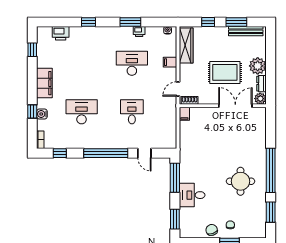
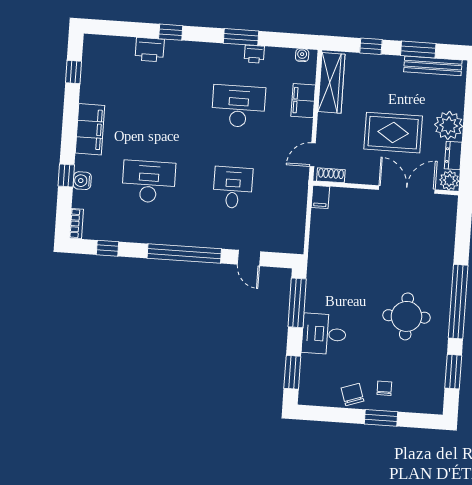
printer: (61, 33) -> (150, 50), moved
filing cabinet: (170, 62) -> (303, 101), width x2.00

